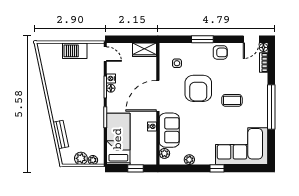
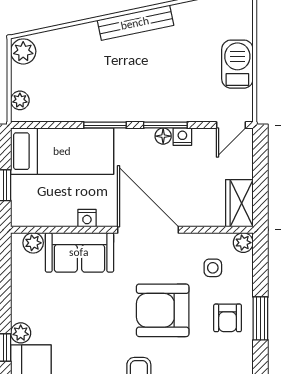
plant: (164, 48) -> (243, 243), added
armchair: (220, 52) -> (228, 318), moved
bench: (61, 134) -> (135, 23), moved, width x1.36
plant: (81, 158) -> (23, 51), moved
plant: (189, 160) -> (21, 333), moved

